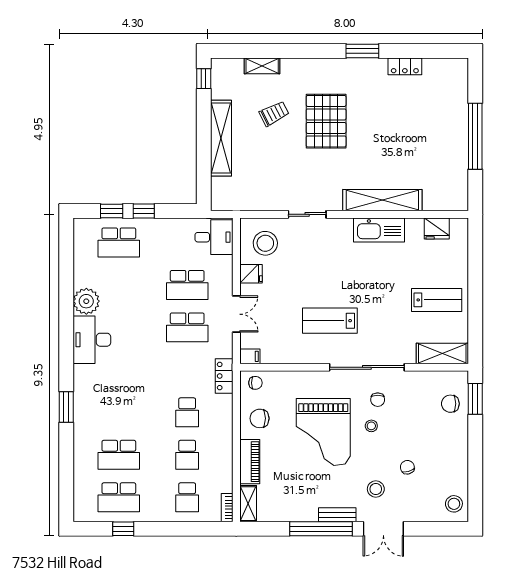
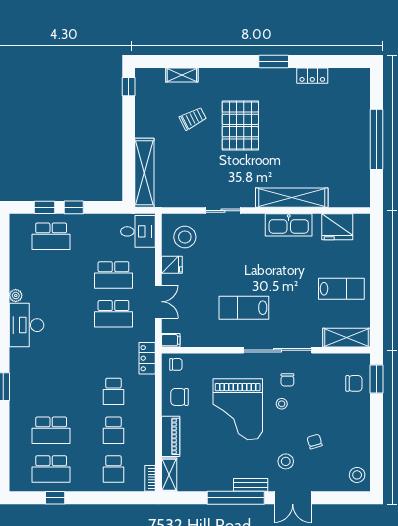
shelving: (221, 138) -> (144, 173), moved
fridge: (437, 228) -> (337, 227), width x1.36, depth x1.34
plant: (86, 301) -> (16, 296), width x0.53, depth x0.53
chair: (450, 404) -> (354, 383), turned 180

